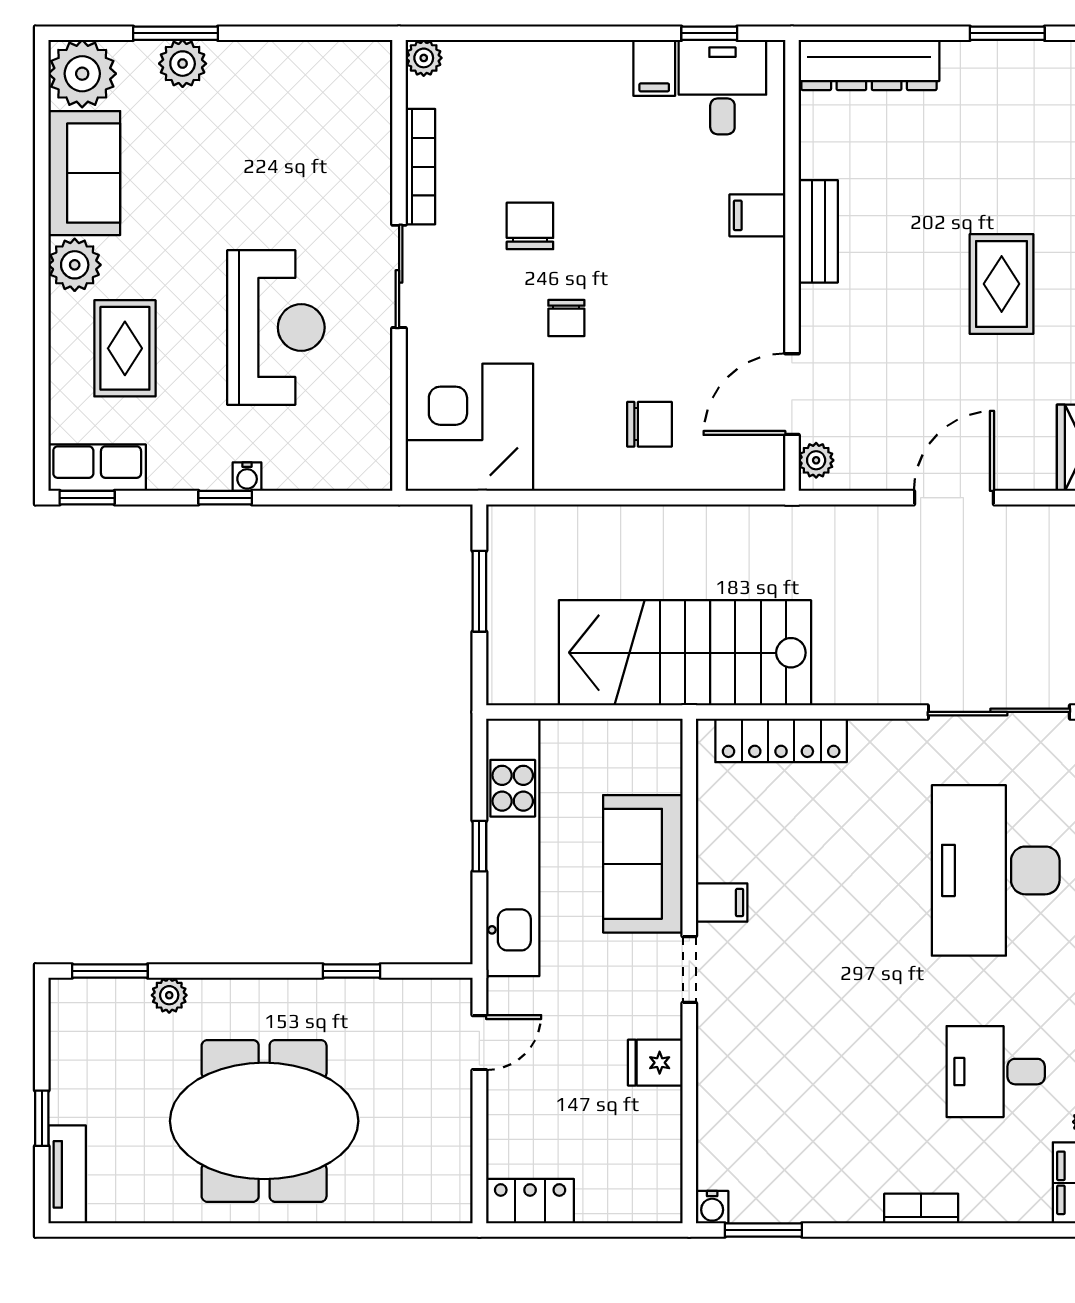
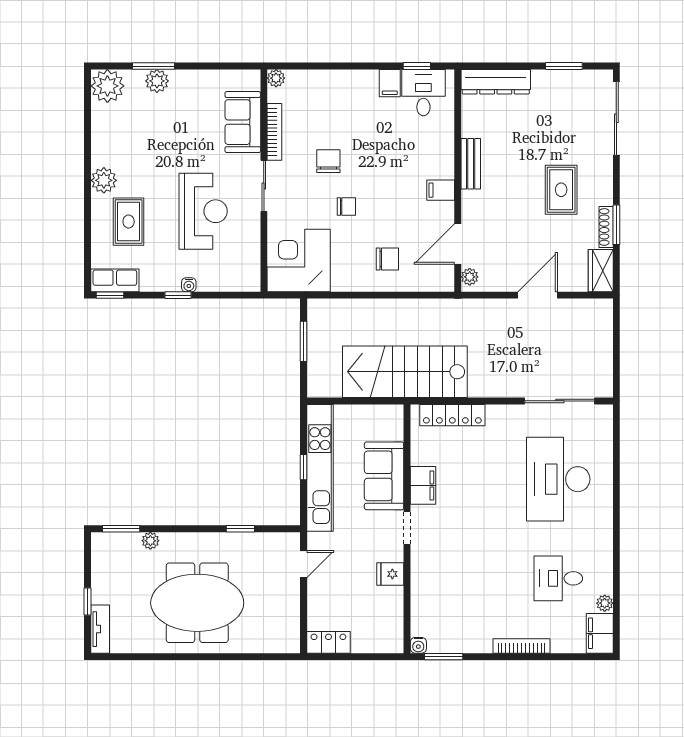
sofa: (84, 173) -> (243, 122), moved, turned 180
filing cabinet: (757, 215) -> (441, 190), moved
chair: (566, 318) -> (346, 207), turned -90
filing cabinet: (722, 903) -> (423, 485), width x2.00
bookcase: (921, 1209) -> (521, 646), width x1.56

